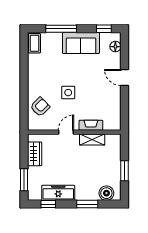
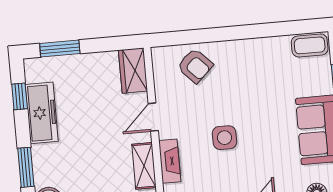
side table: (68, 93) -> (224, 138), moved
door: (66, 132) -> (153, 117), swing flipped
wardrobe: (35, 154) -> (133, 71), moved, turned 90

